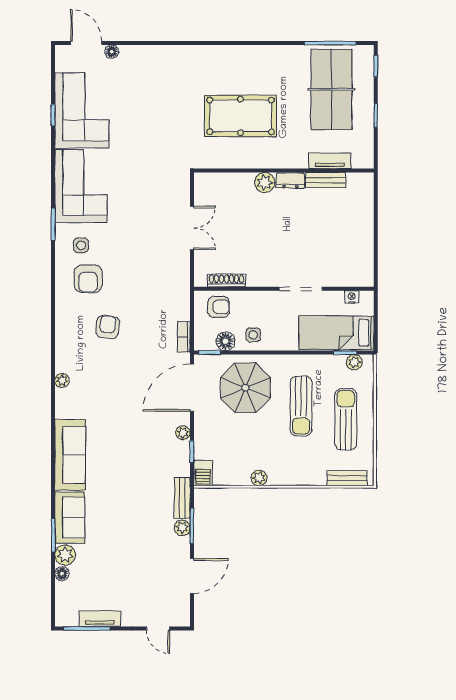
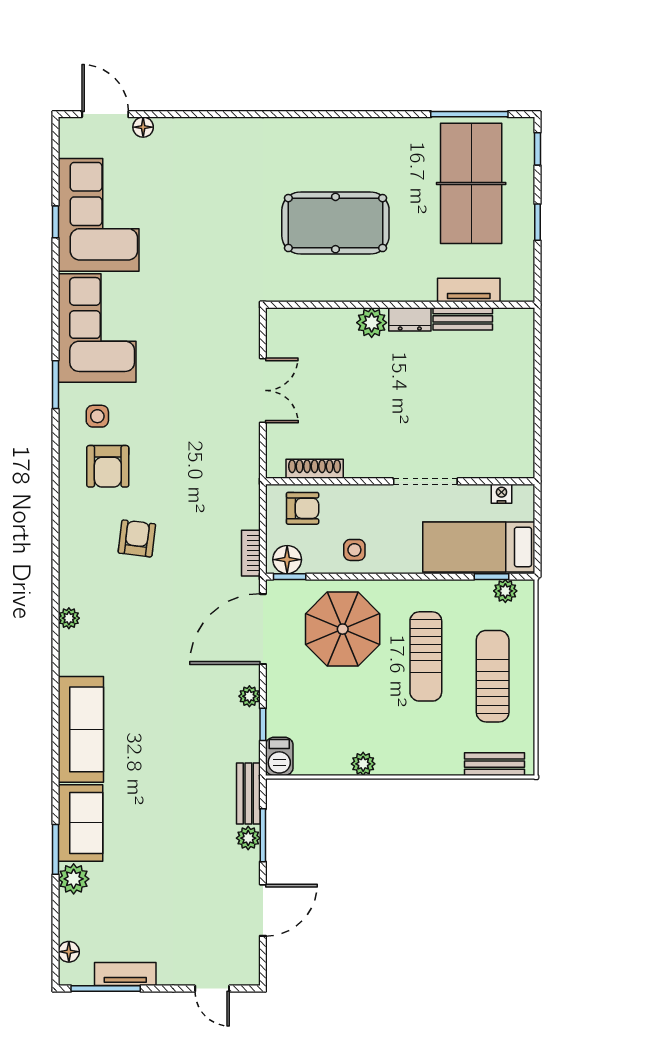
floor lamp: (226, 341) -> (287, 560), moved
floor lamp: (62, 574) -> (69, 952), moved

